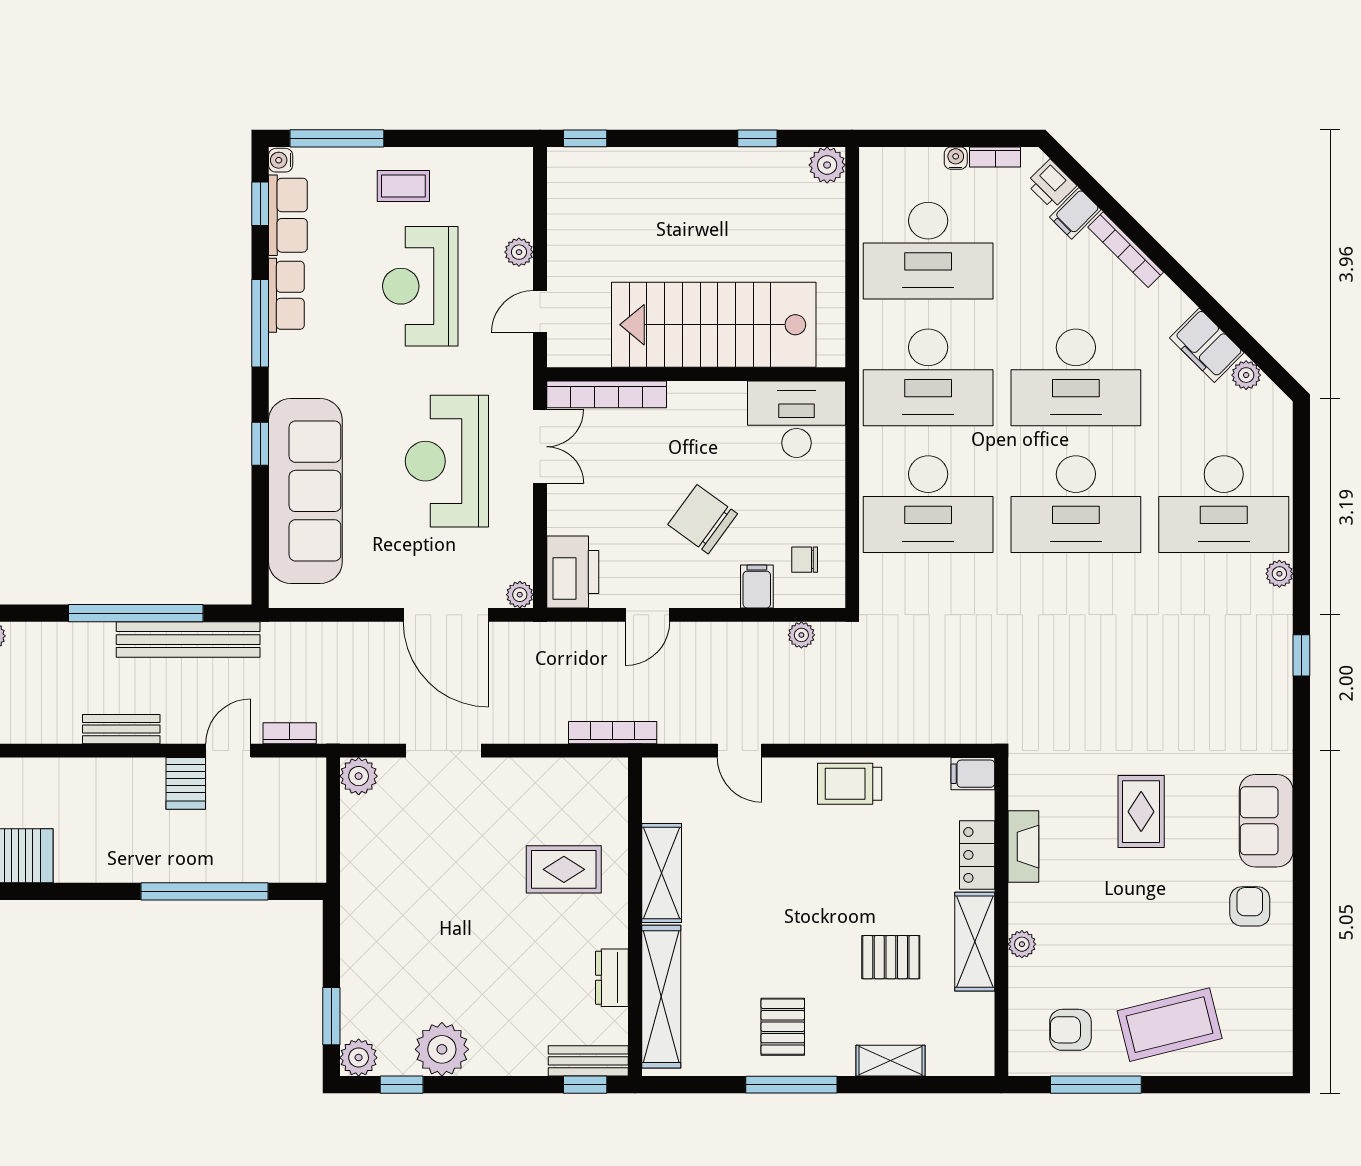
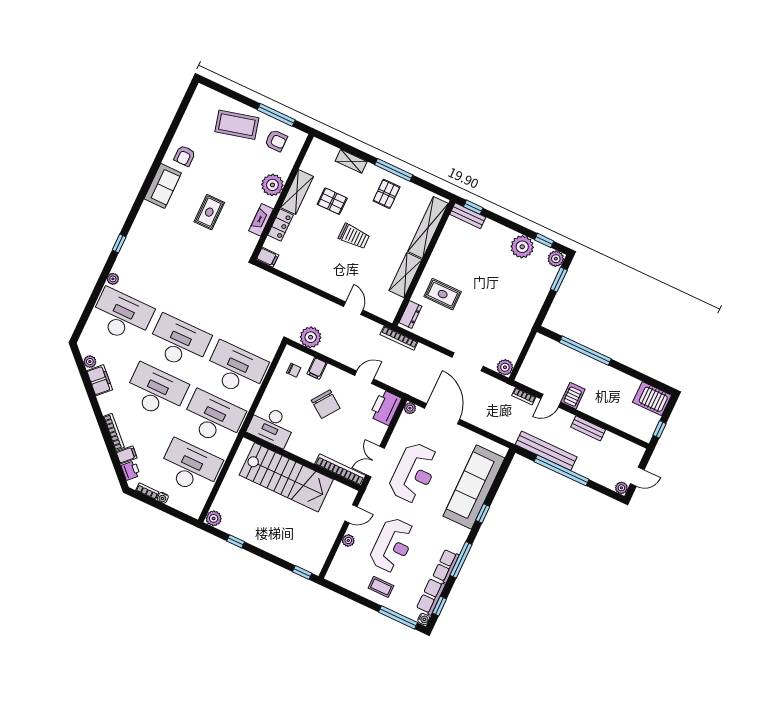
plant: (801, 635) -> (311, 337), width x1.88, depth x1.88
trolley: (850, 784) -> (354, 236), moved
plant: (1022, 944) -> (272, 185), width x1.88, depth x1.88
dresser: (612, 978) -> (410, 314), moved

